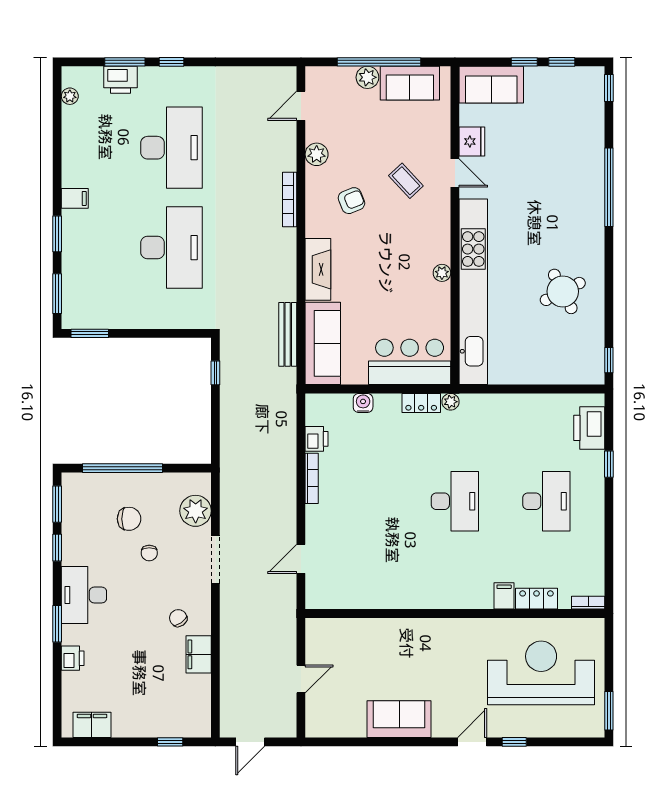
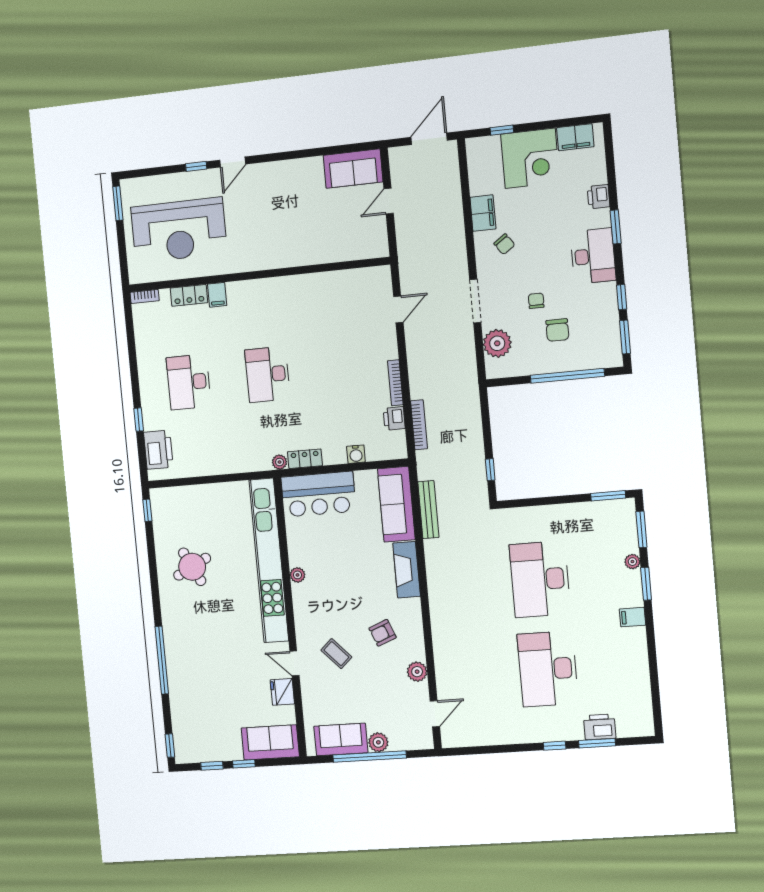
plant: (70, 96) -> (632, 562), moved
bookcase: (290, 200) -> (419, 425), moved
chair: (129, 519) -> (557, 330), turned -90
corner desk: (142, 708) -> (530, 158), added
sofa: (399, 719) -> (353, 169), moved
door: (250, 742) -> (429, 139), width x1.37

